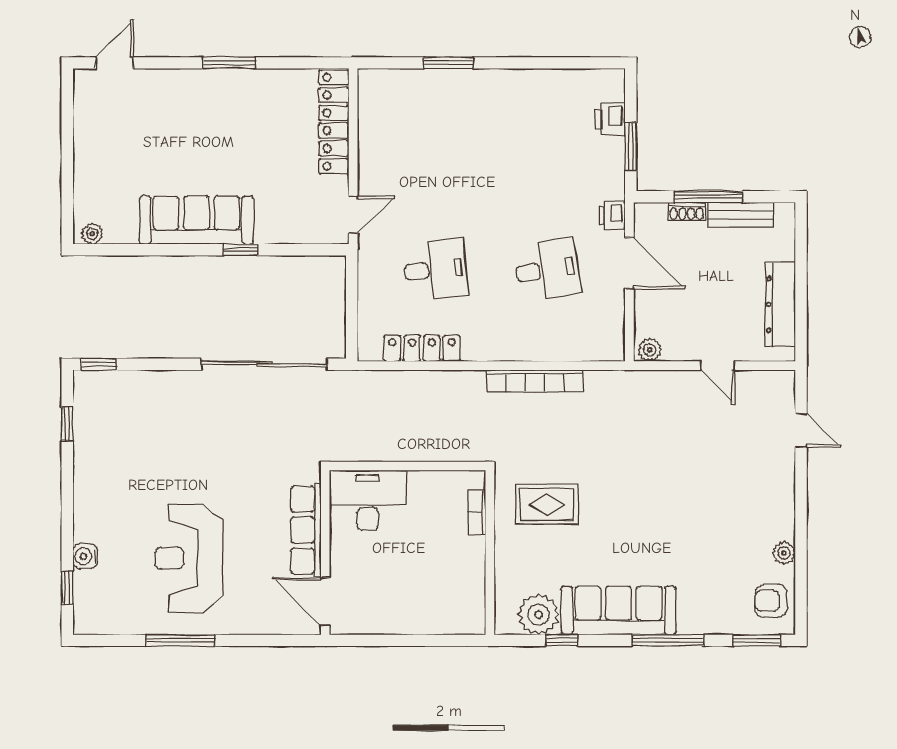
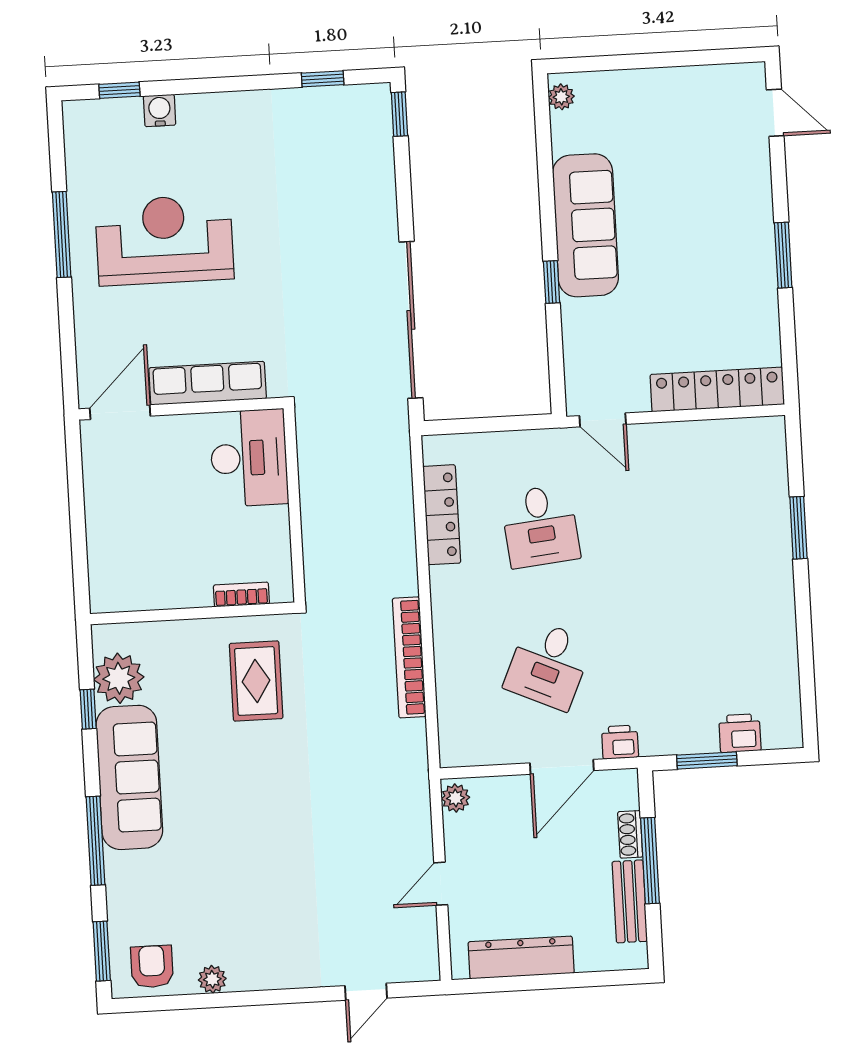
desk: (547, 270) -> (548, 665), turned 33

